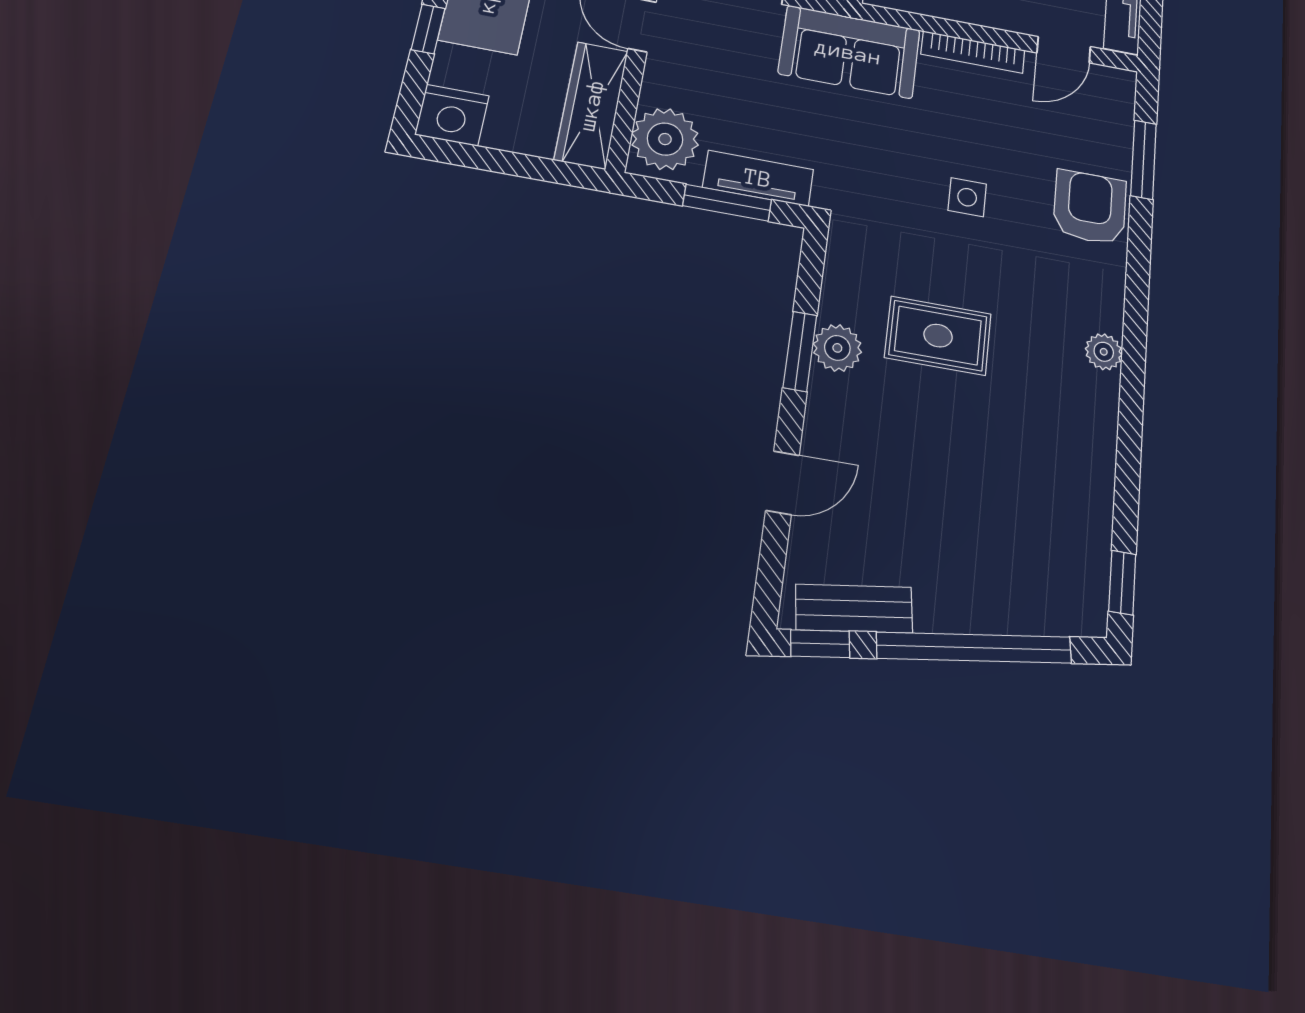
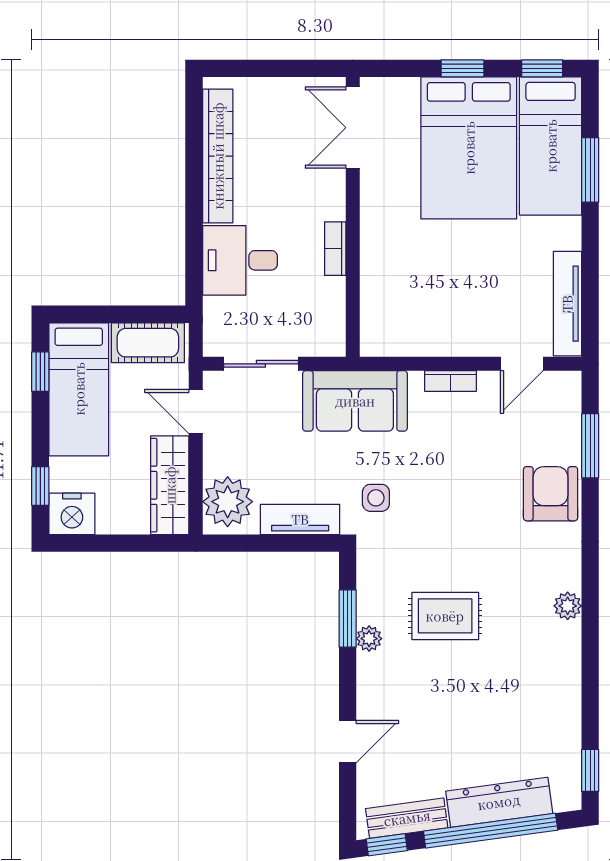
window: (428, 29) -> (40, 486), moved
bookcase: (973, 52) -> (450, 381), width x0.64
side table: (967, 197) -> (376, 498), moved
window: (727, 203) -> (280, 543), removed
plant: (837, 348) -> (369, 639), width x0.73, depth x0.73
window: (800, 351) -> (348, 619), moved
dresser: (990, 607) -> (499, 802), added

